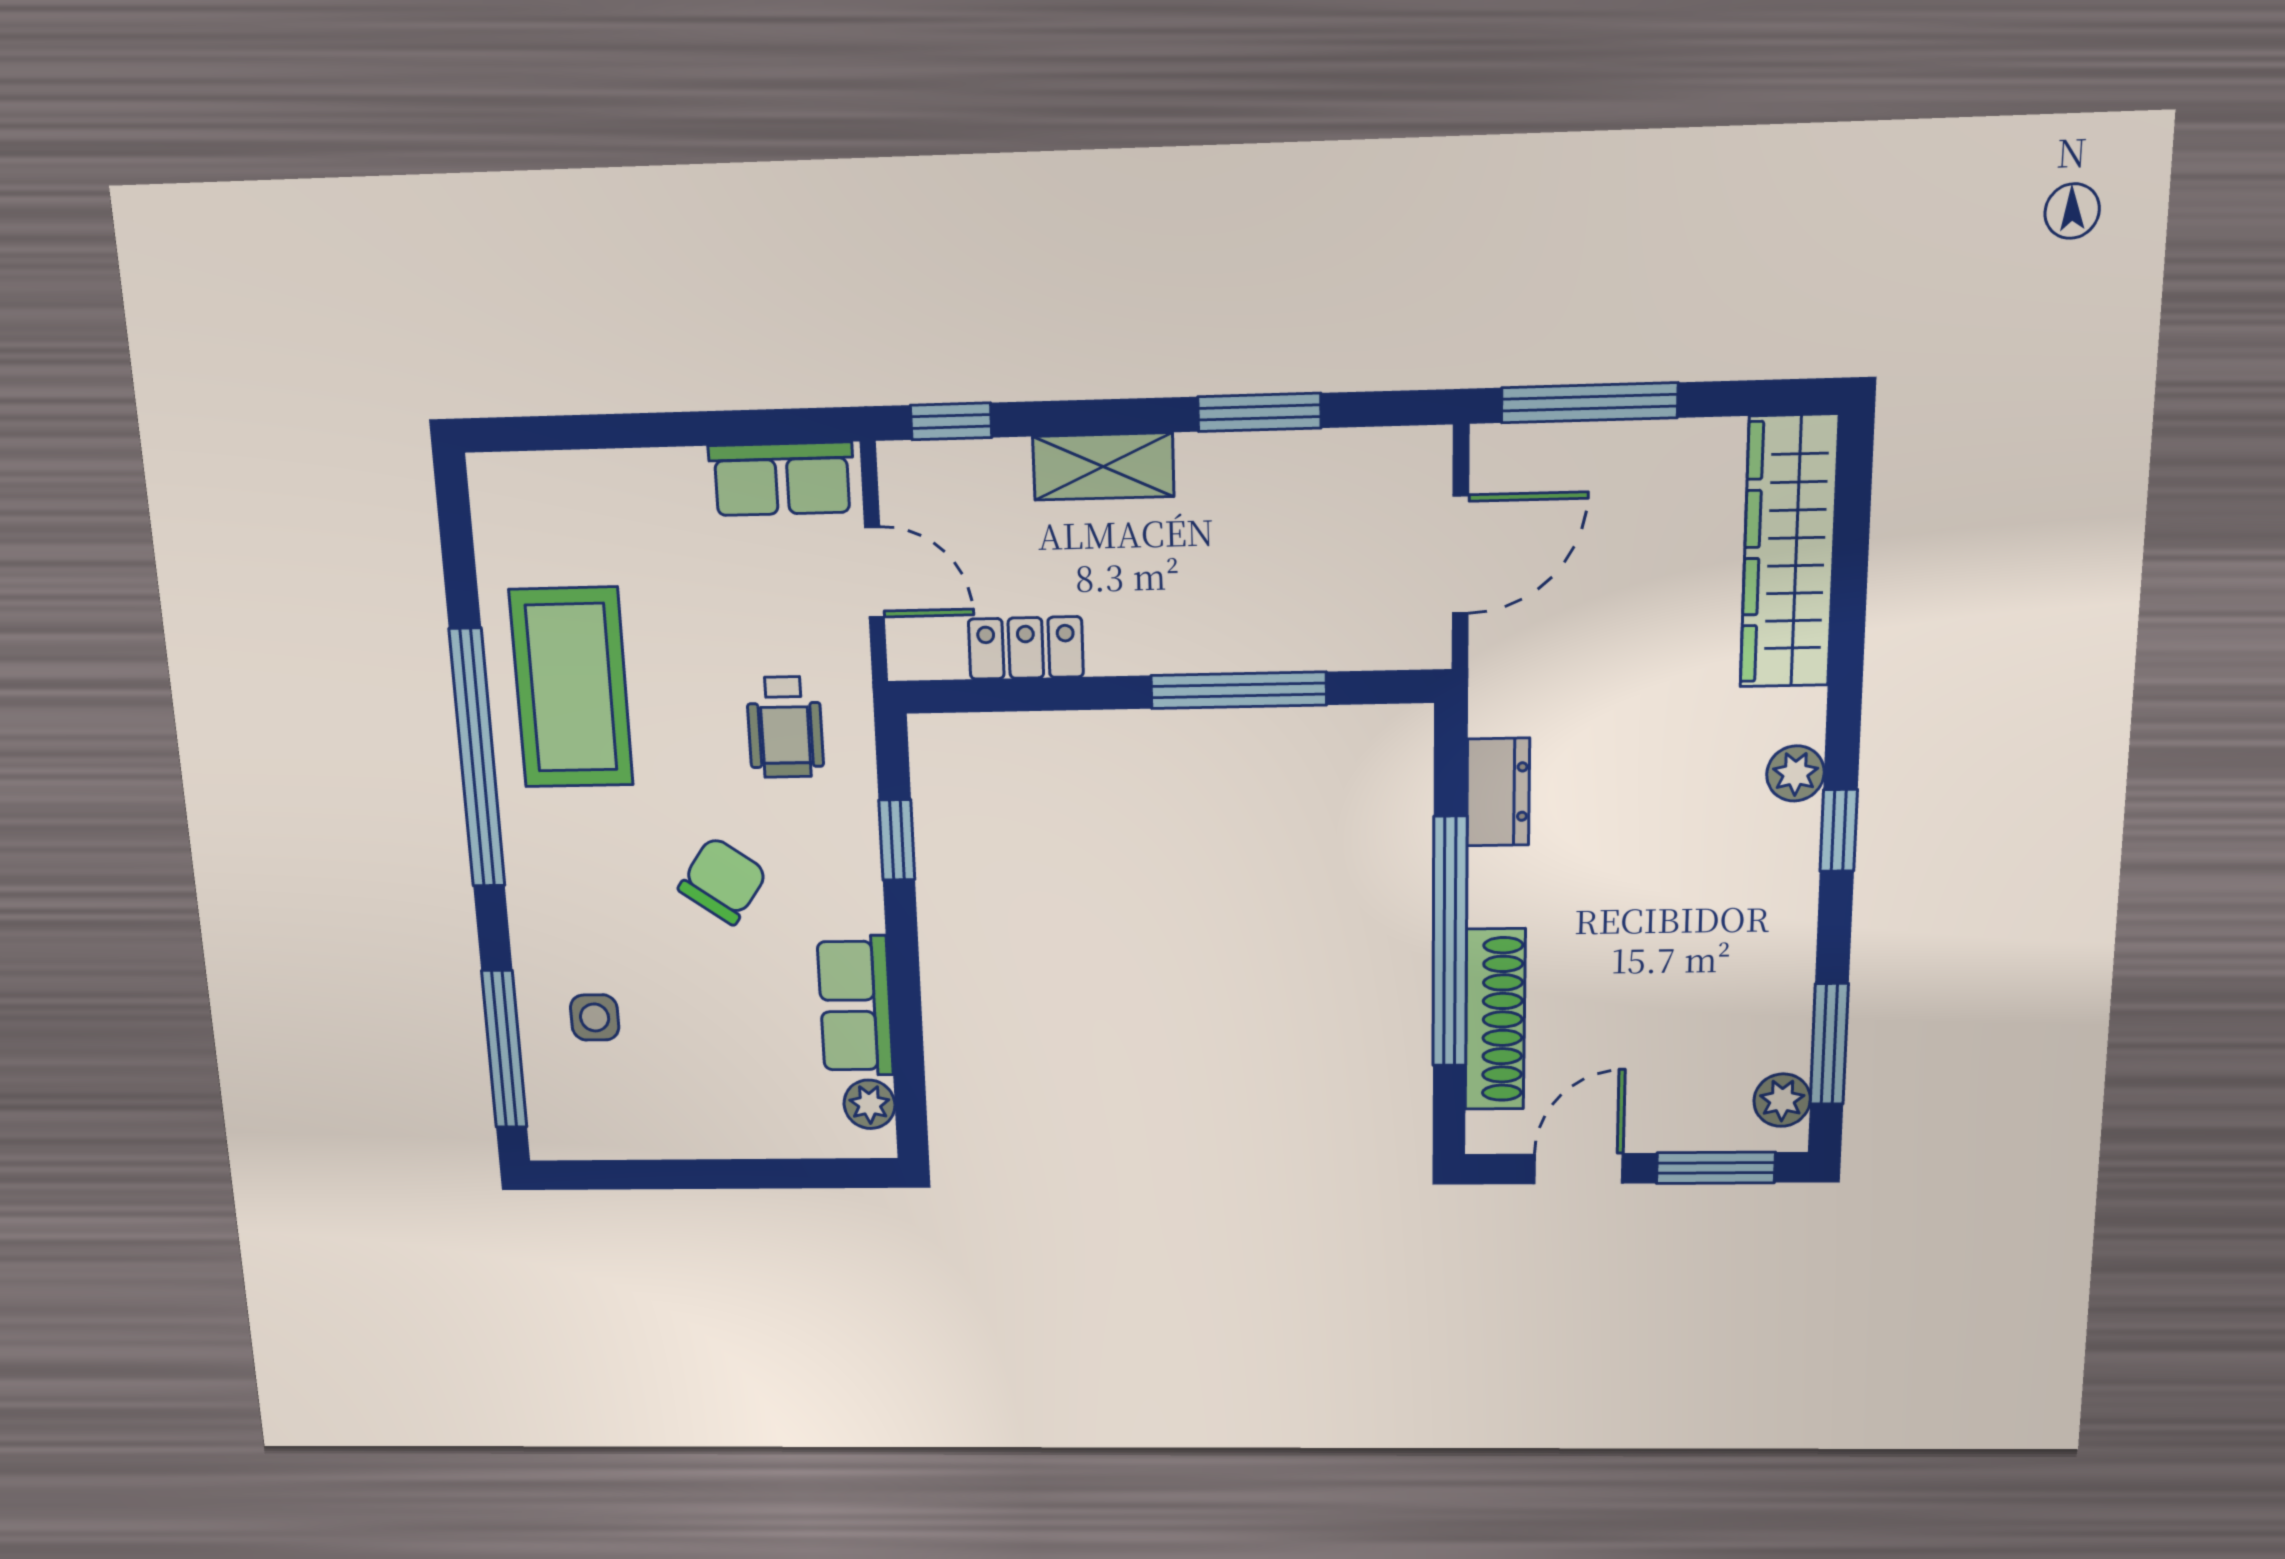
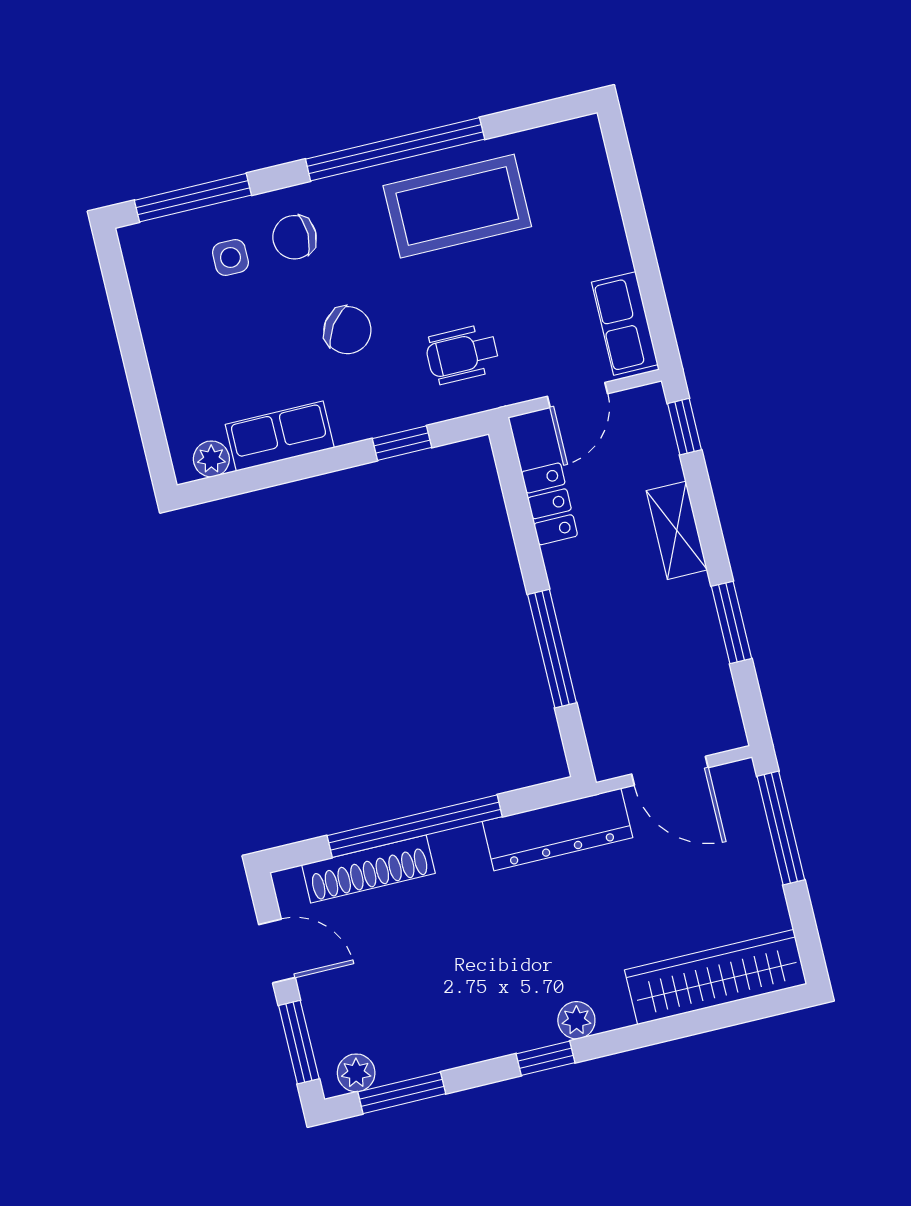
dresser: (1498, 792) -> (557, 829), width x1.96, depth x1.24
chair: (580, 925) -> (295, 237), added

